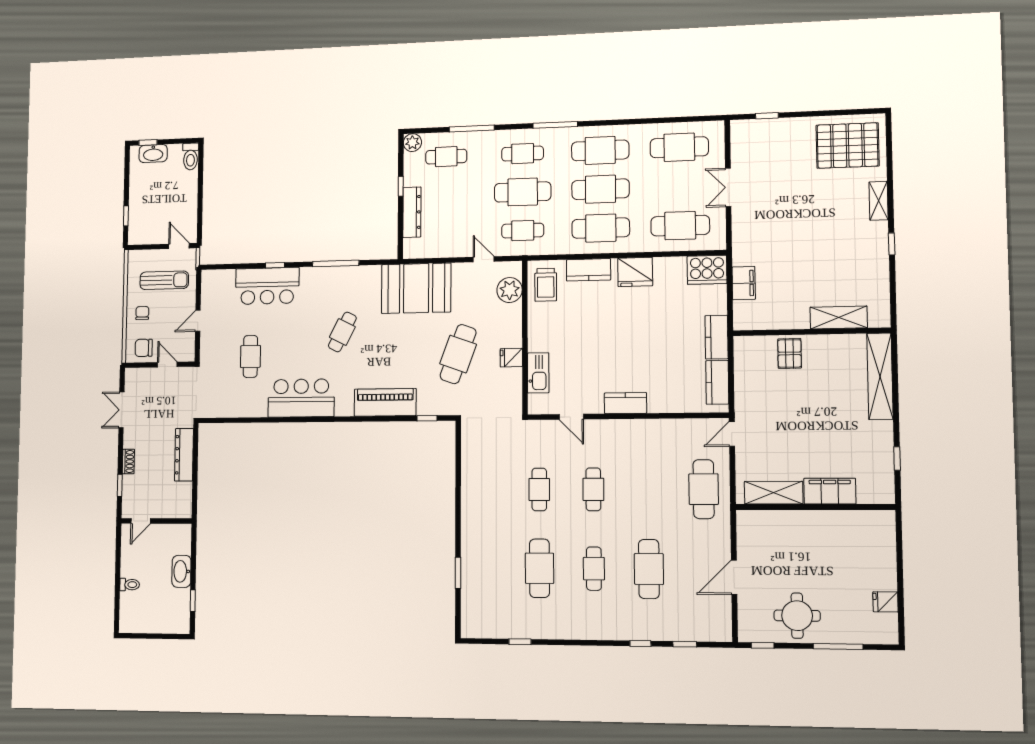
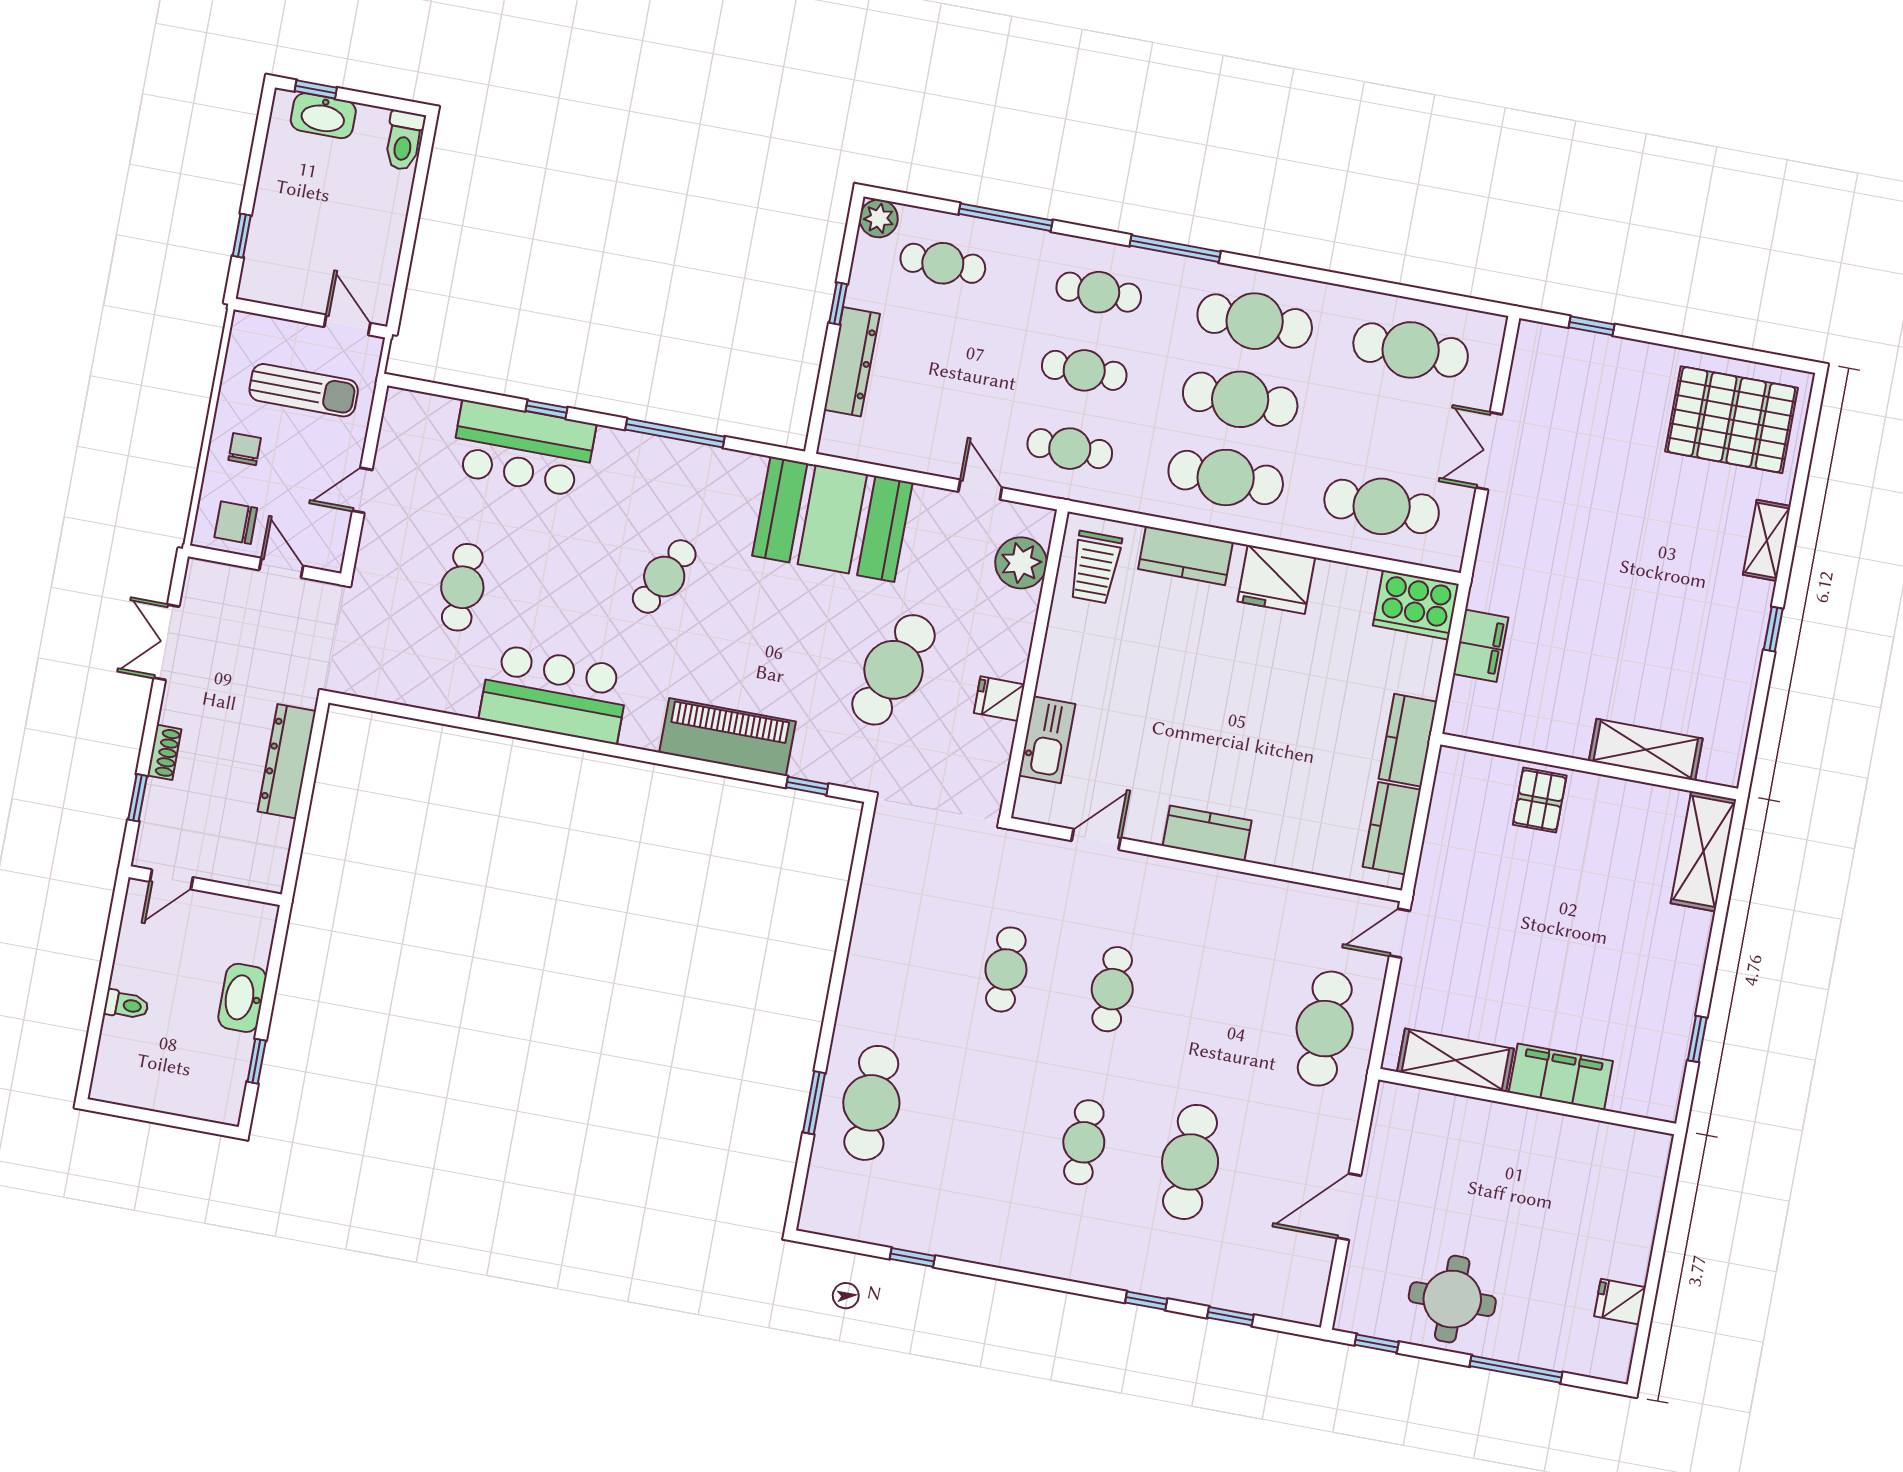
cafe table: (523, 192) -> (1084, 370), width x0.73, depth x0.74
shelving: (880, 376) -> (1703, 851), width x0.68
door: (571, 417) -> (1096, 839), swing flipped
cafe table: (539, 568) -> (871, 1103), moved

